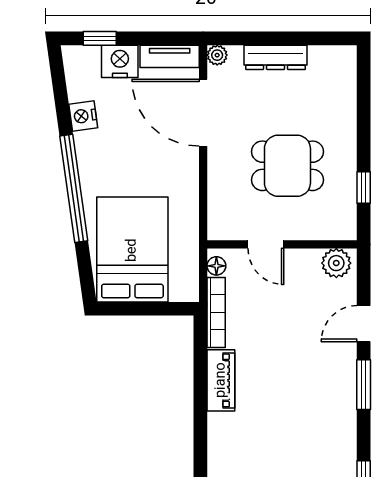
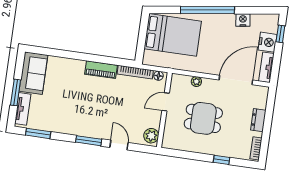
bookcase: (331, 54) -> (256, 148), added
plant: (217, 55) -> (196, 82), moved
dresser: (276, 57) -> (258, 120), width x0.70
dining table: (287, 166) -> (203, 118), turned 90
window: (364, 187) -> (221, 160), moved

